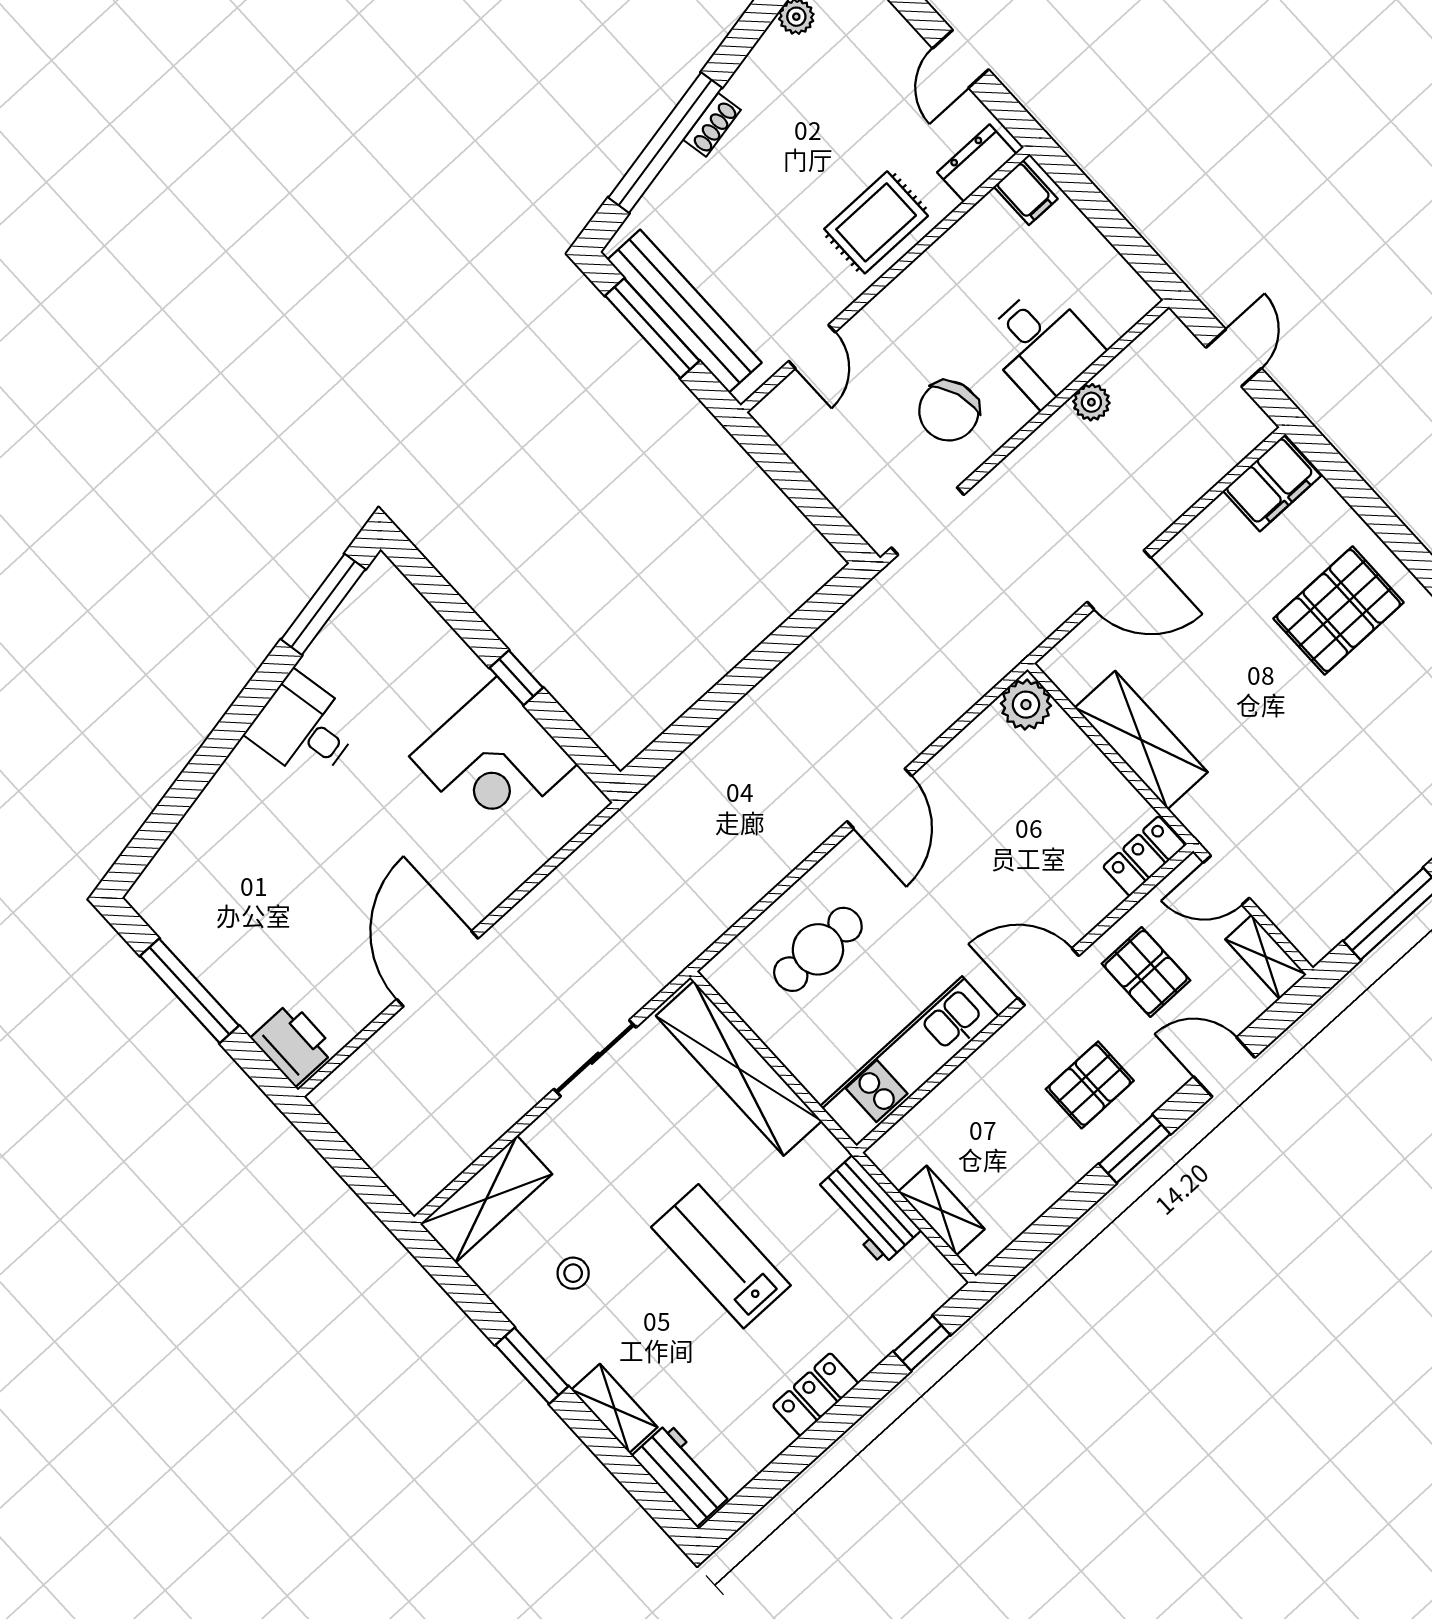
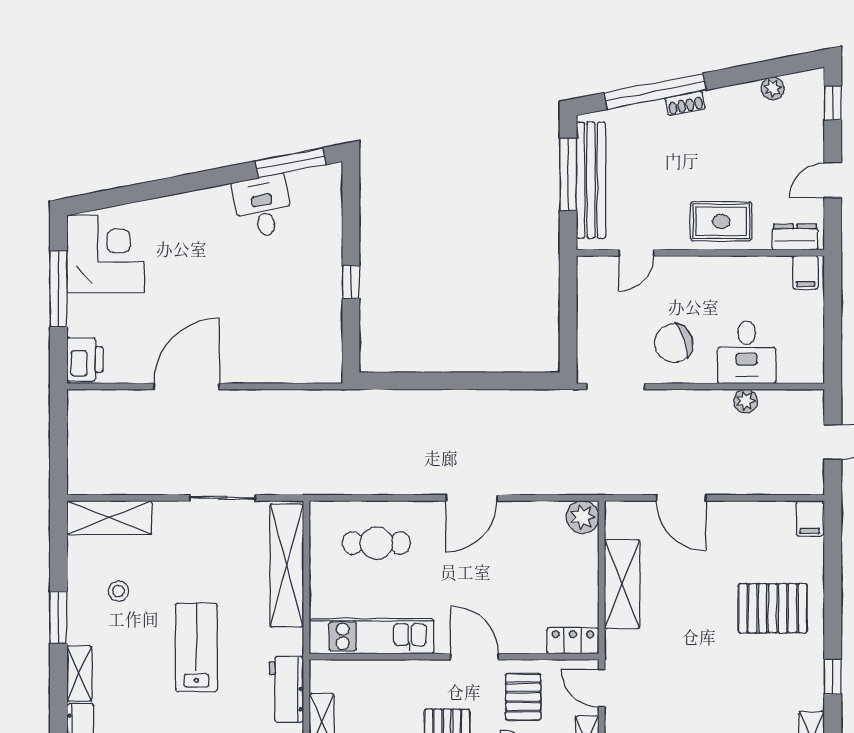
filing cabinet: (1272, 483) -> (810, 518), width x0.50
desk: (304, 728) -> (263, 207), moved
corner desk: (493, 760) -> (105, 254), moved, turned 180

